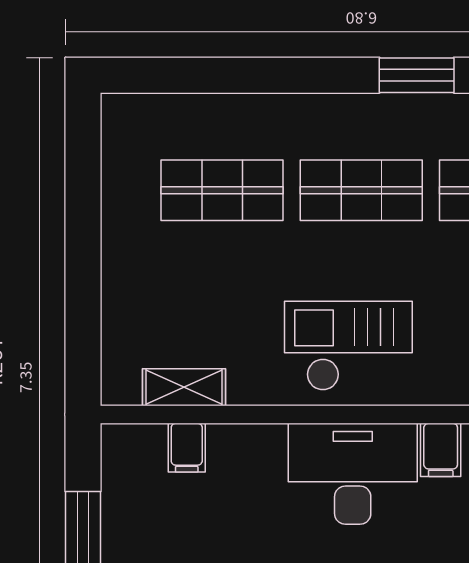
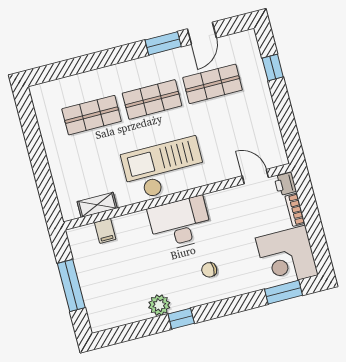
checkout: (348, 346) -> (164, 168), width x1.36, depth x1.21
filing cabinet: (441, 450) -> (216, 203), removed

